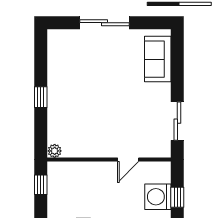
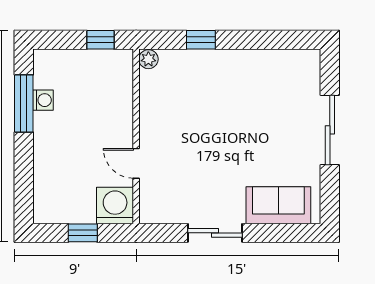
window: (41, 97) -> (201, 40), moved
sliding door: (177, 121) -> (215, 233), moved
washing machine: (158, 197) -> (115, 206), moved

